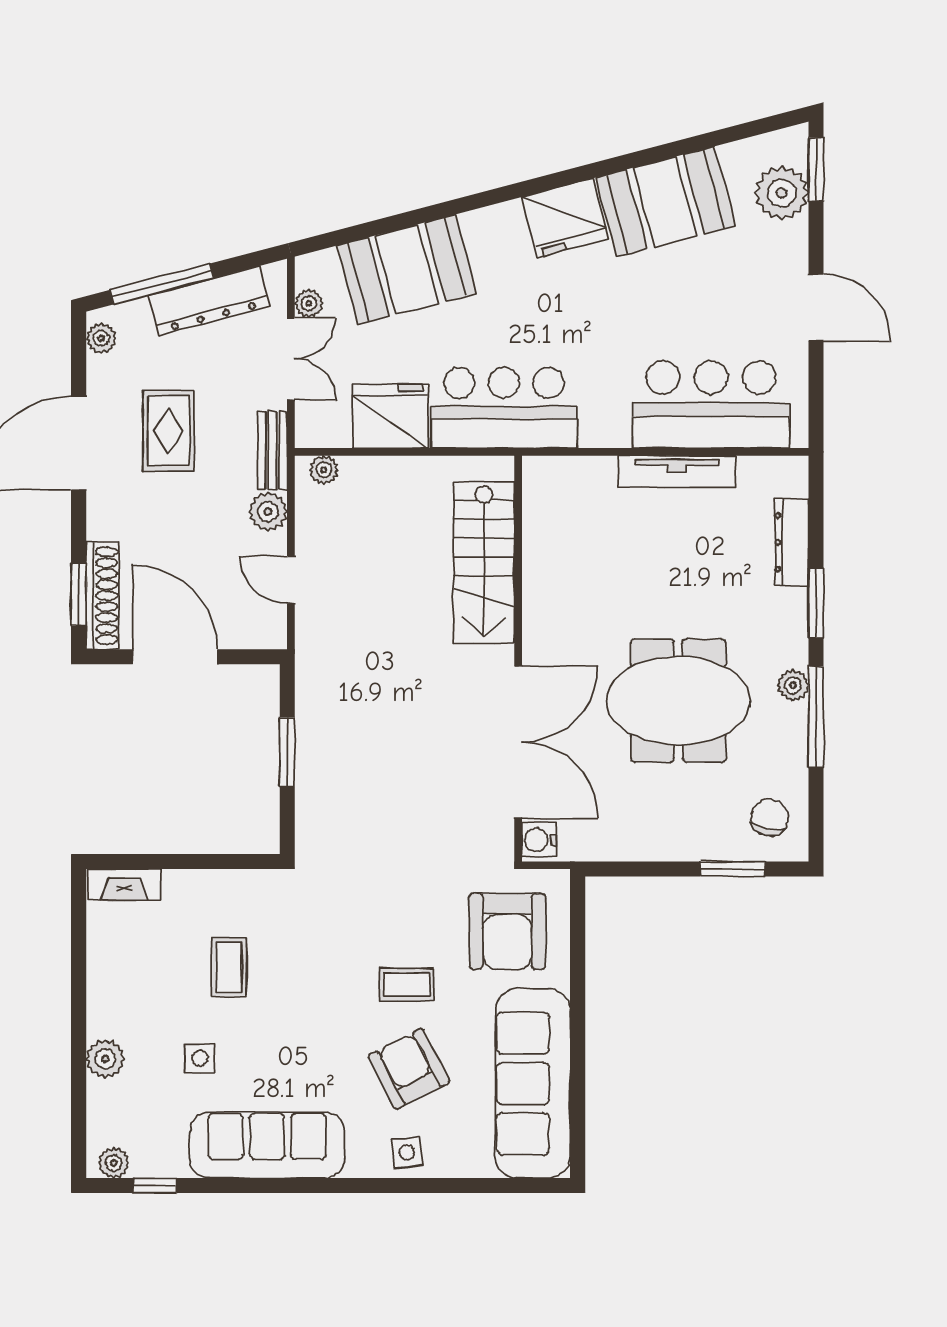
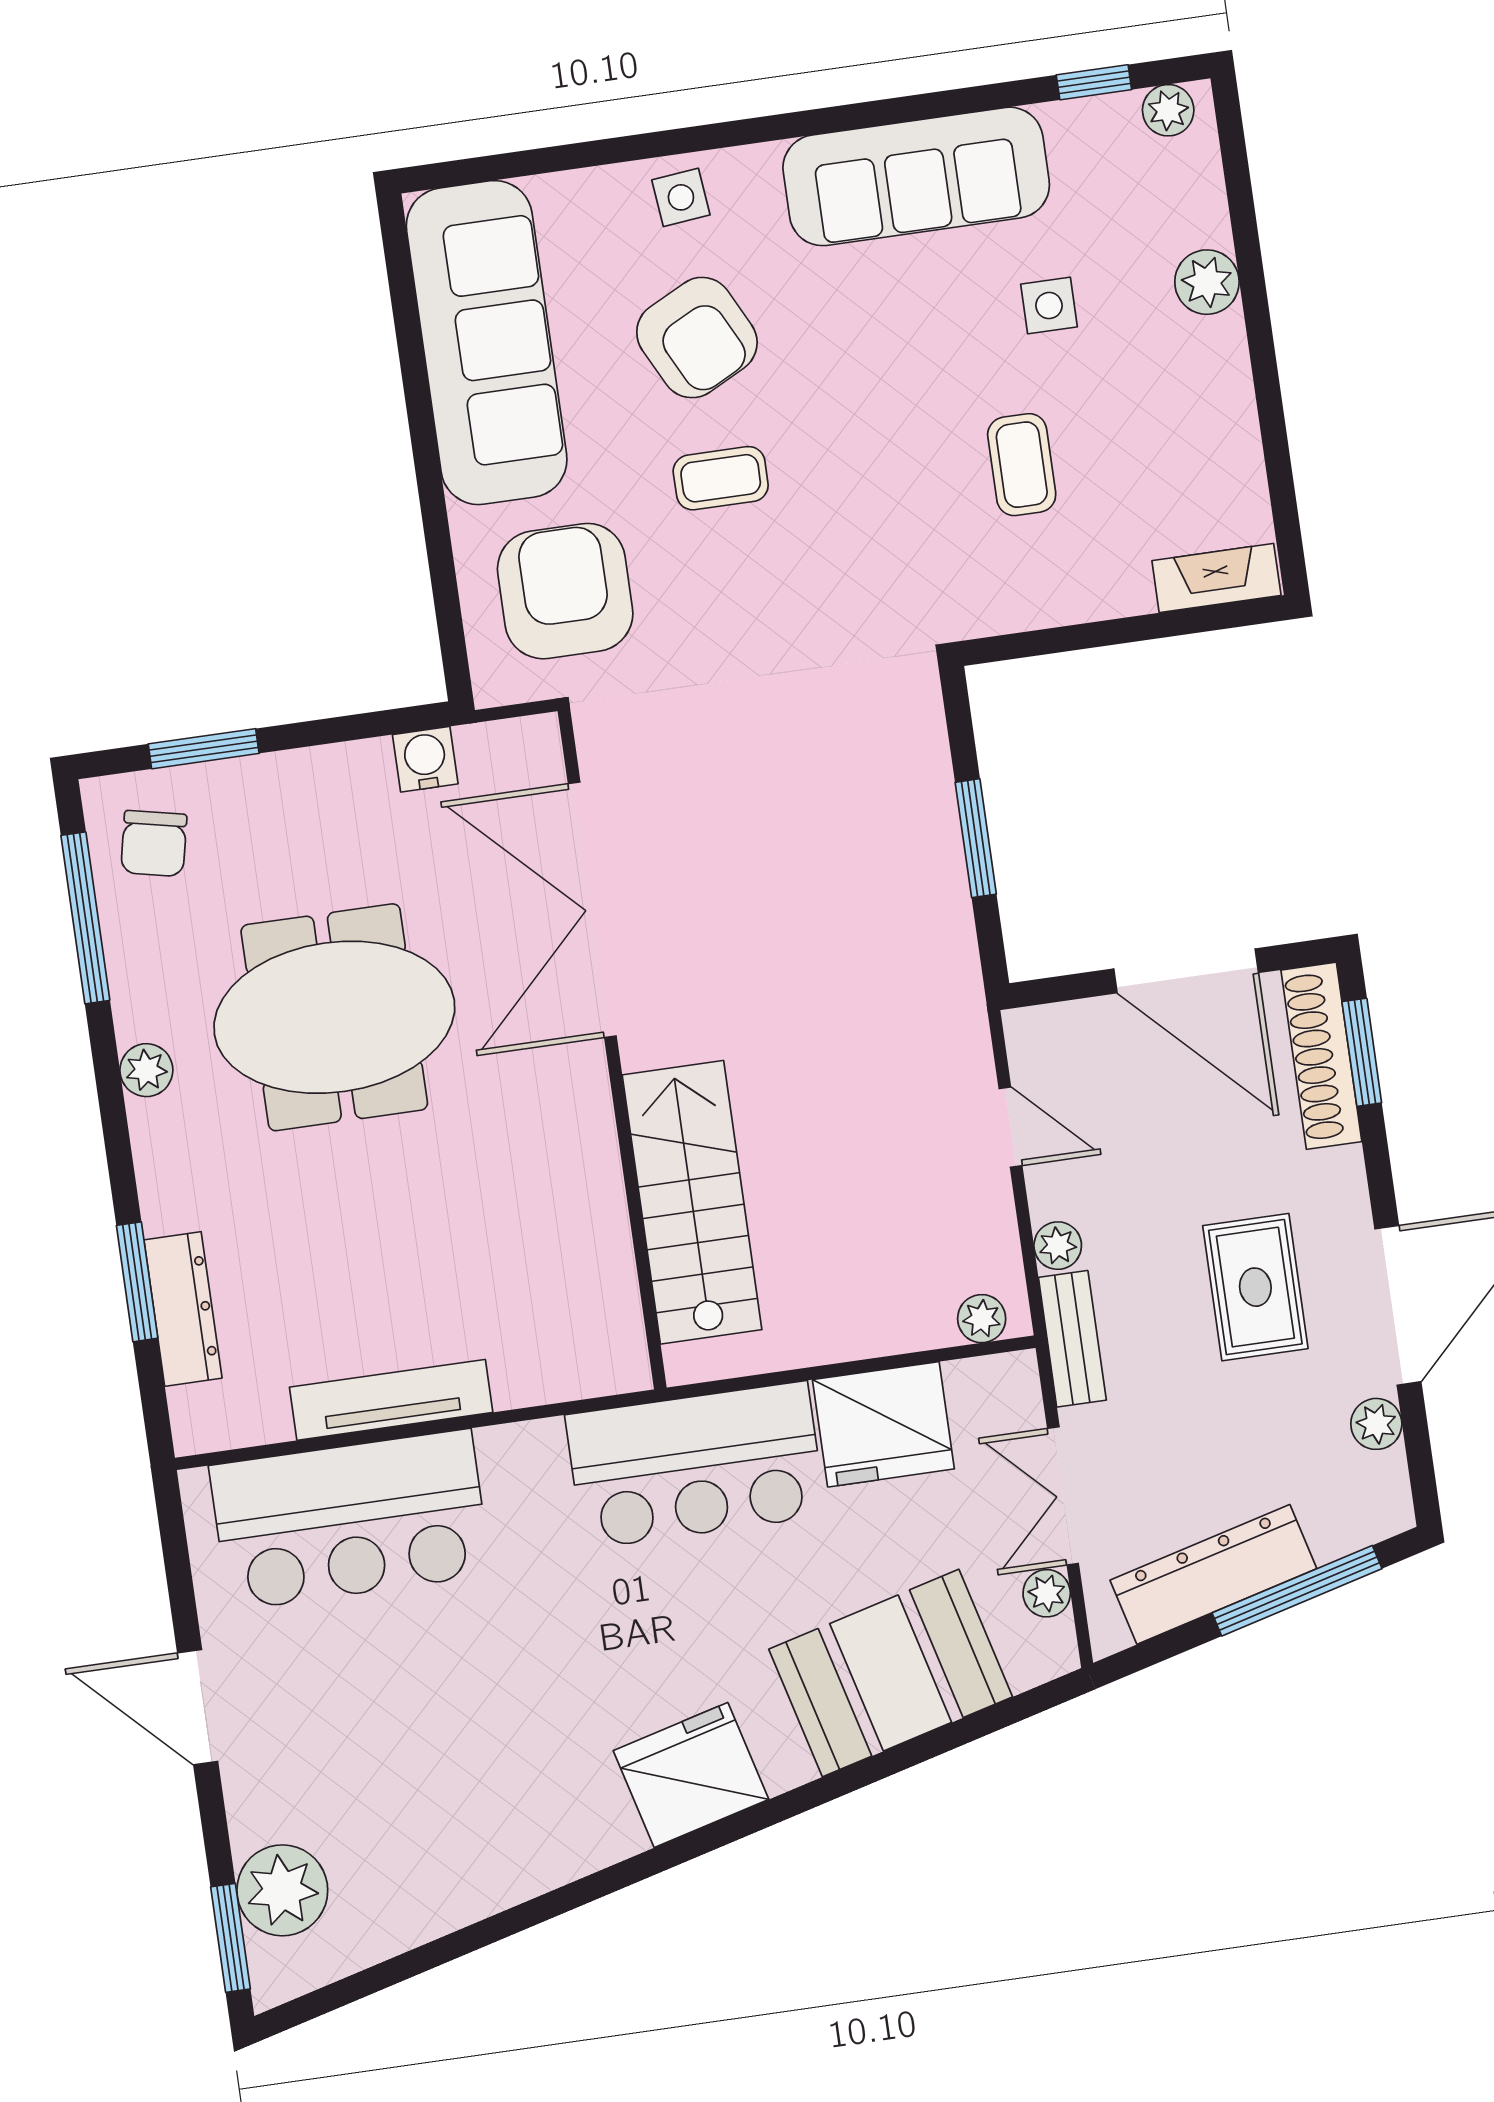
booth: (665, 202) -> (475, 1848), removed
fridge: (565, 218) -> (691, 1775), moved
plant: (101, 338) -> (1376, 1424), moved
rug: (169, 431) -> (1255, 1287), moved
plant: (268, 512) -> (1058, 1246), width x0.73, depth x0.73
window: (816, 603) -> (137, 1282), moved
window: (816, 717) -> (85, 918), moved
water cooler: (539, 840) -> (425, 759), moved, turned -90

